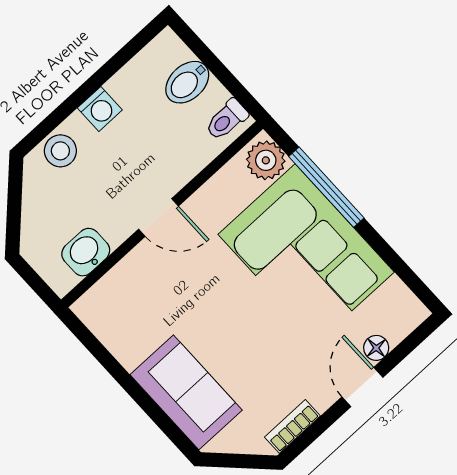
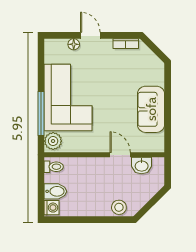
washing machine: (100, 109) -> (51, 208), moved, turned 90
door: (158, 218) -> (120, 155), moved
door: (362, 387) -> (90, 35), swing flipped
sofa: (186, 392) -> (151, 109), moved

